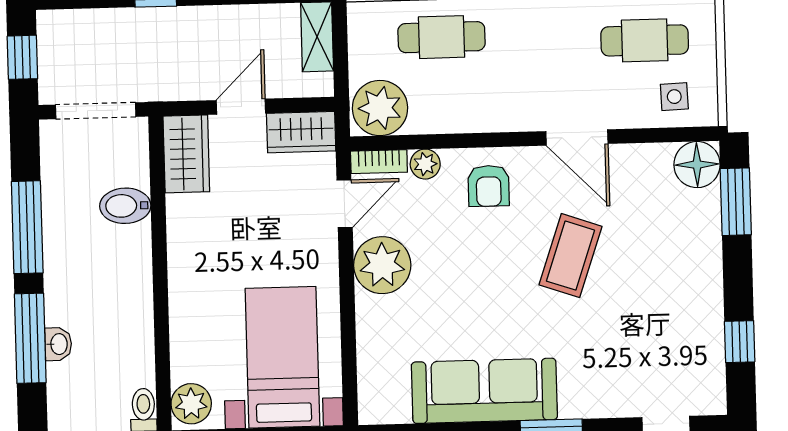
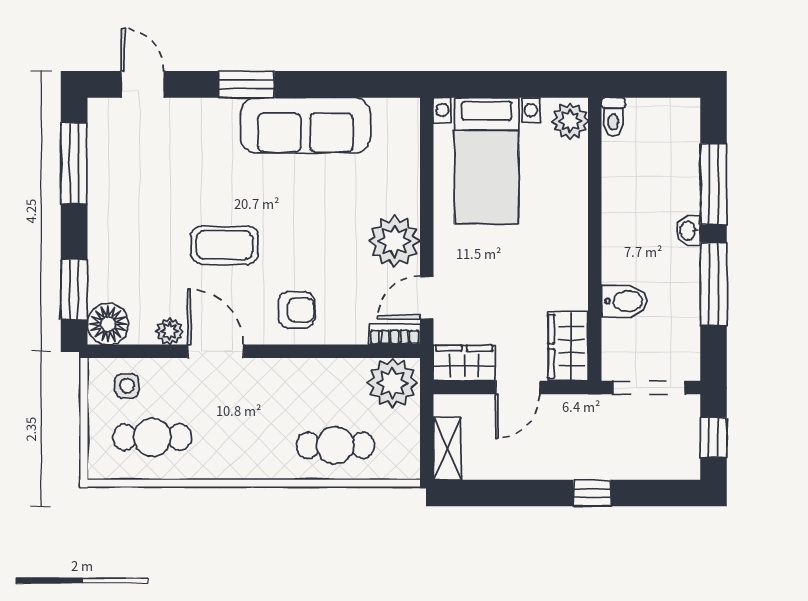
plant: (425, 164) -> (170, 331), moved
armchair: (489, 186) -> (296, 310), turned 90
coffee table: (570, 256) -> (224, 245), turned 71
window: (740, 342) -> (74, 163), width x2.17
washbasin: (58, 344) -> (688, 230), moved

